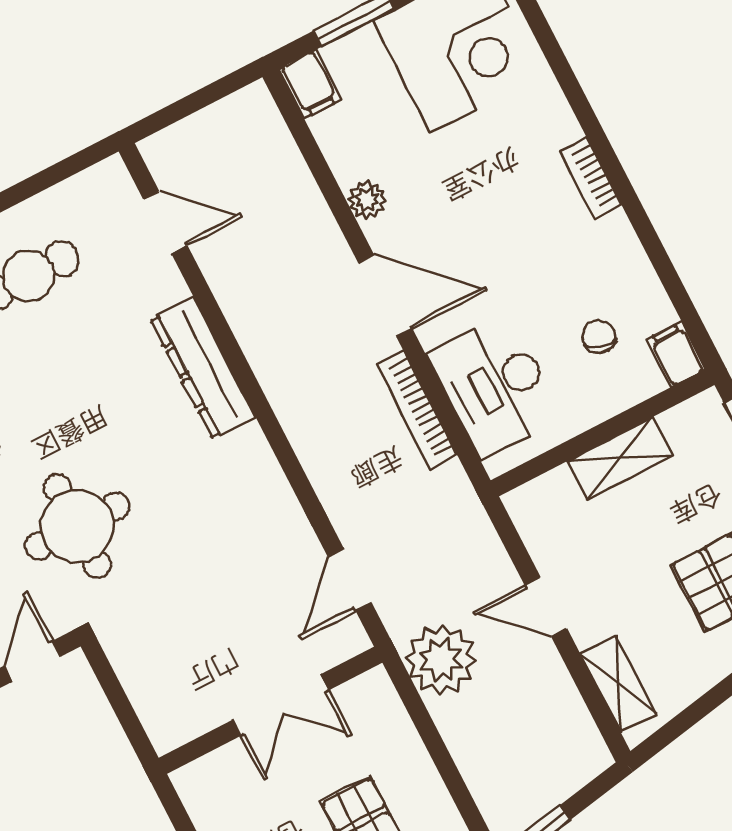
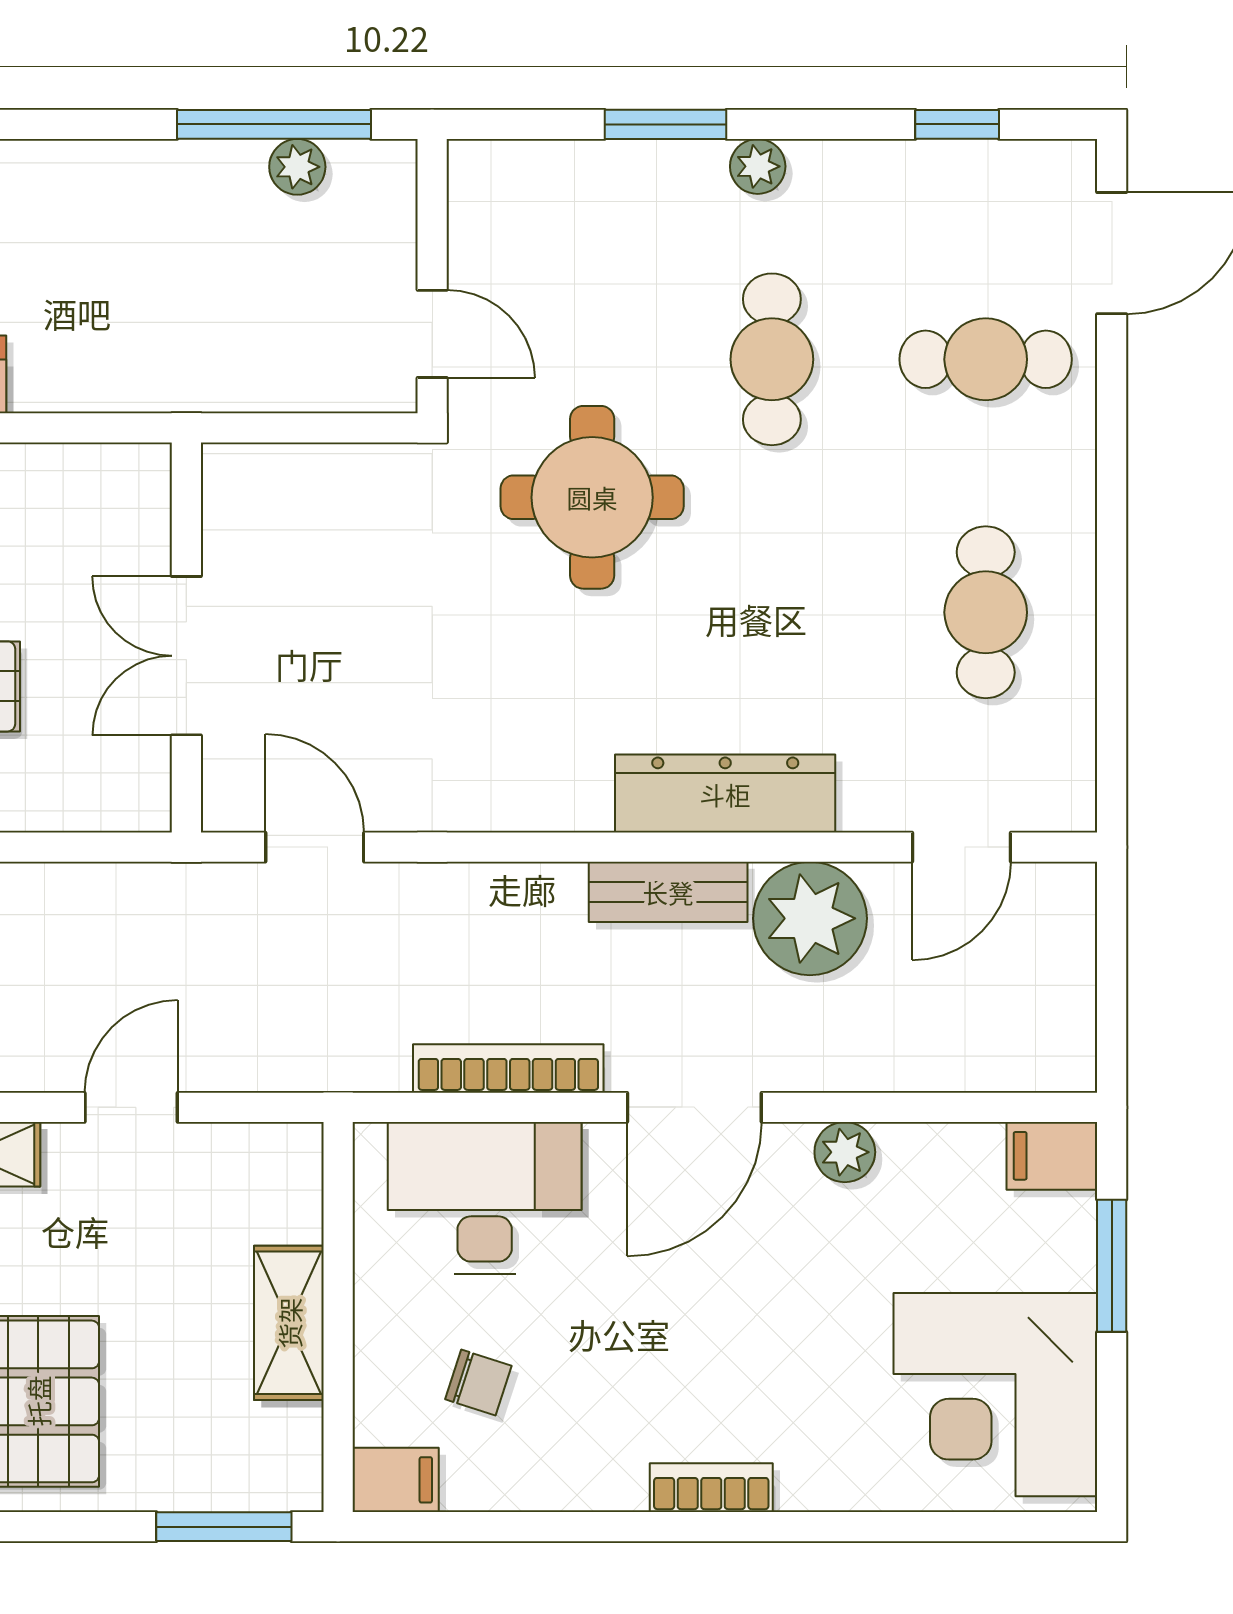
bench: (274, 372) -> (668, 892), added
plant: (441, 660) -> (810, 918), moved

